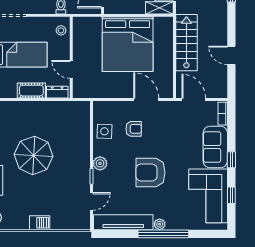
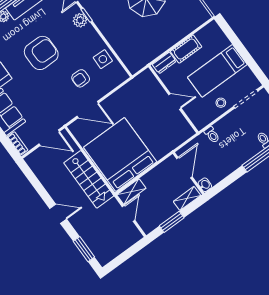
stool: (61, 30) -> (221, 103), moved
bed: (128, 44) -> (120, 155), moved
door: (231, 55) -> (58, 214), moved
door: (71, 69) -> (175, 101), moved
plant: (100, 163) -> (80, 20), moved

